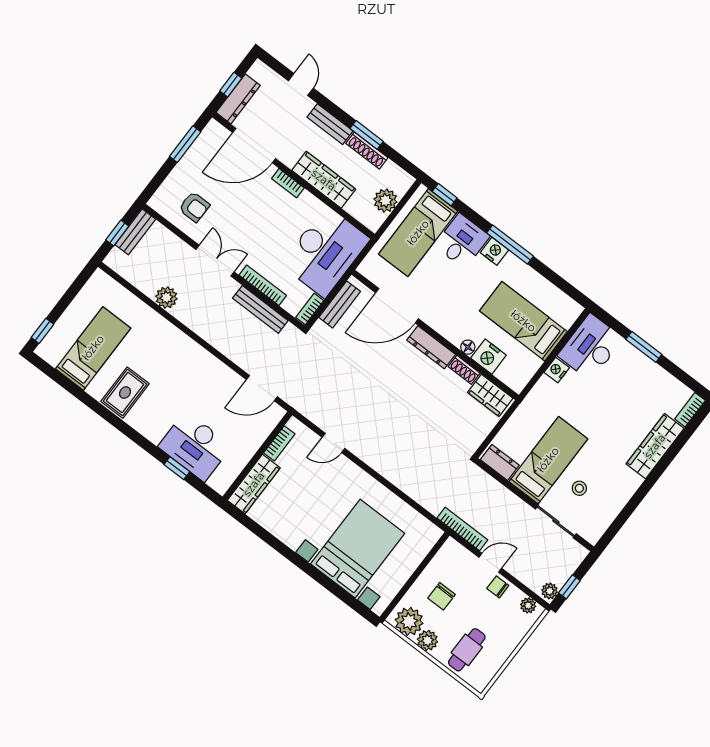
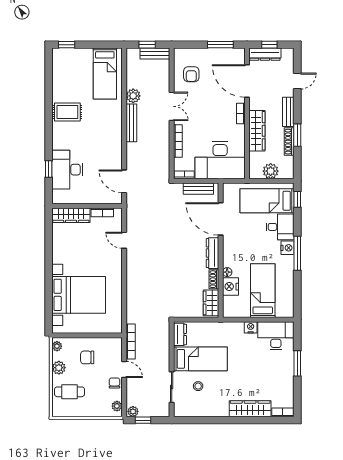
bench: (260, 309) -> (131, 123), moved
bed: (93, 348) -> (105, 74), moved, turned 90
plant: (409, 621) -> (57, 346), width x0.53, depth x0.53

